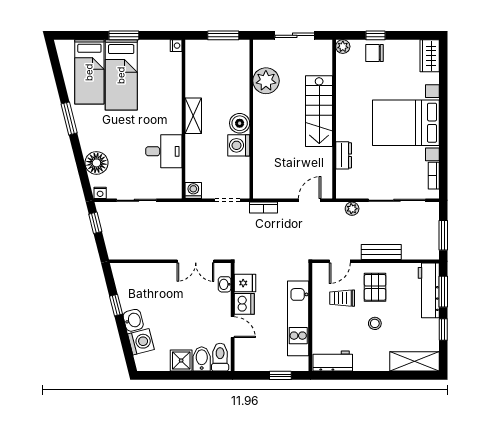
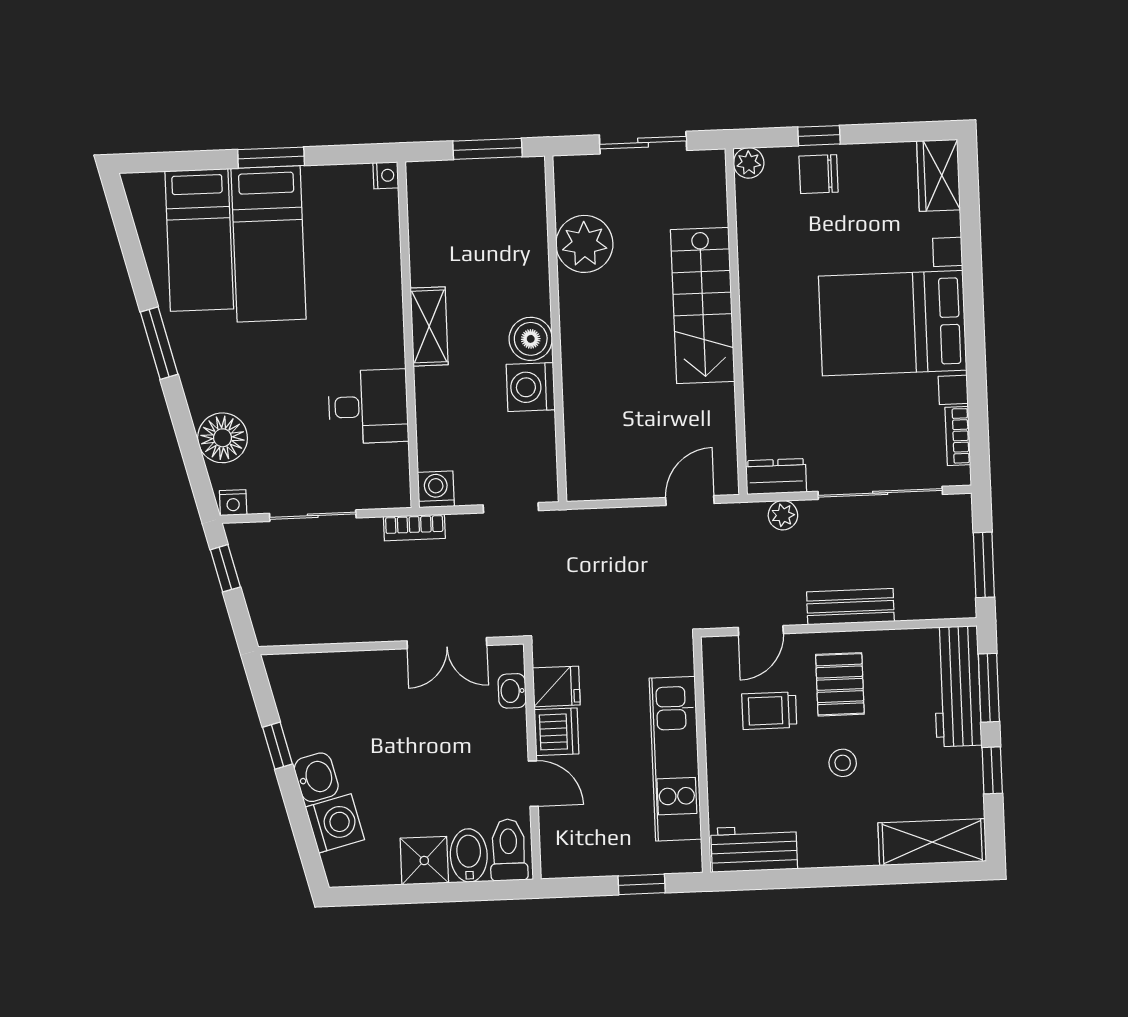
dresser: (344, 155) -> (776, 476), moved, turned -90
bookcase: (264, 208) -> (414, 527), moved

